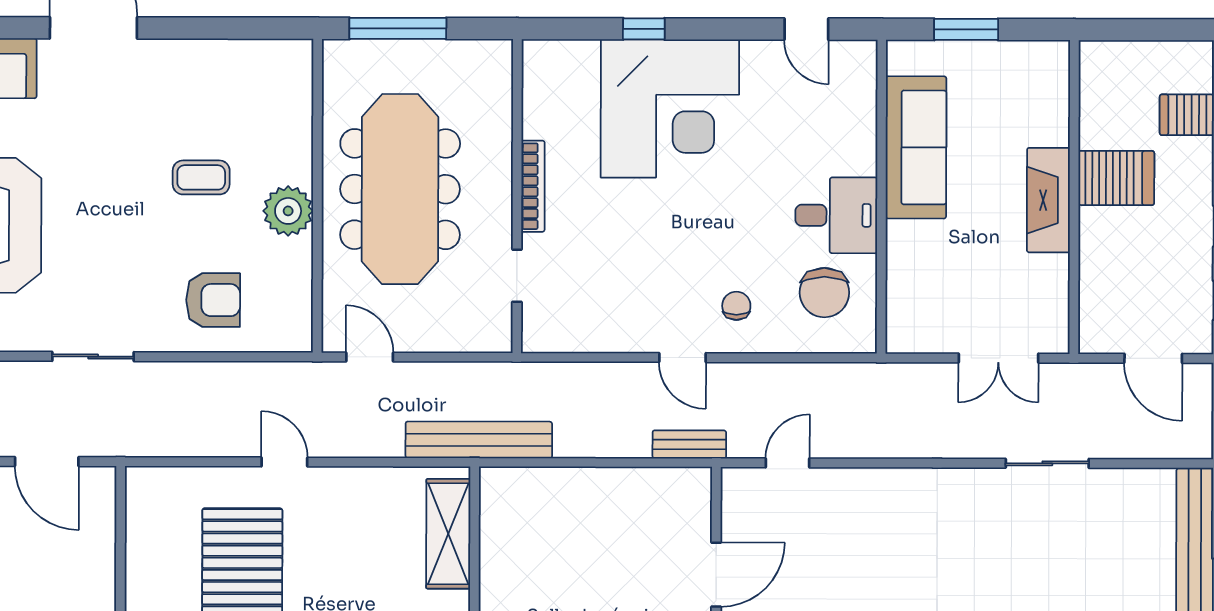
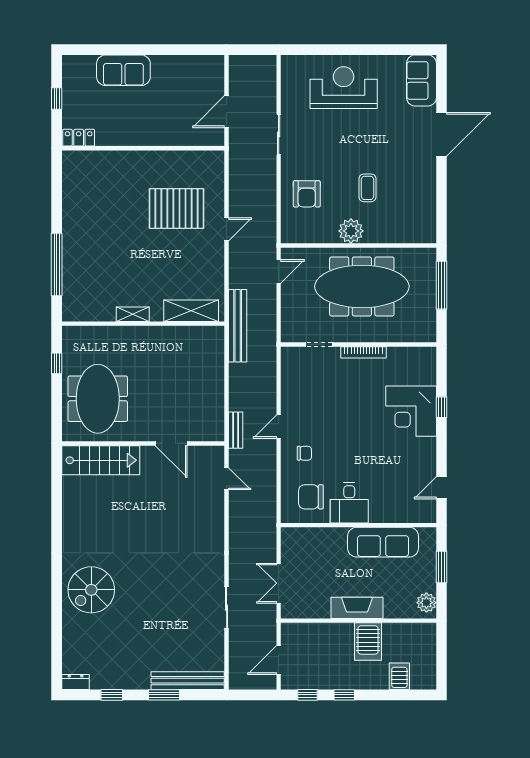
plant: (1038, 60) -> (426, 603), added
corner desk: (670, 109) -> (411, 411), width x0.74, depth x0.74

